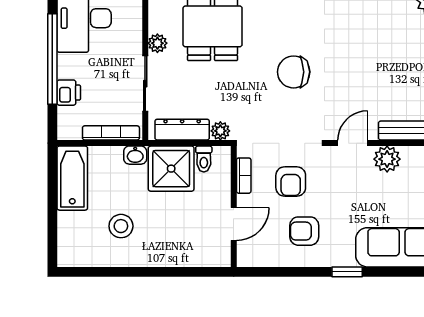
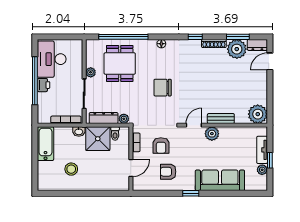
printer: (69, 93) -> (44, 85), moved

